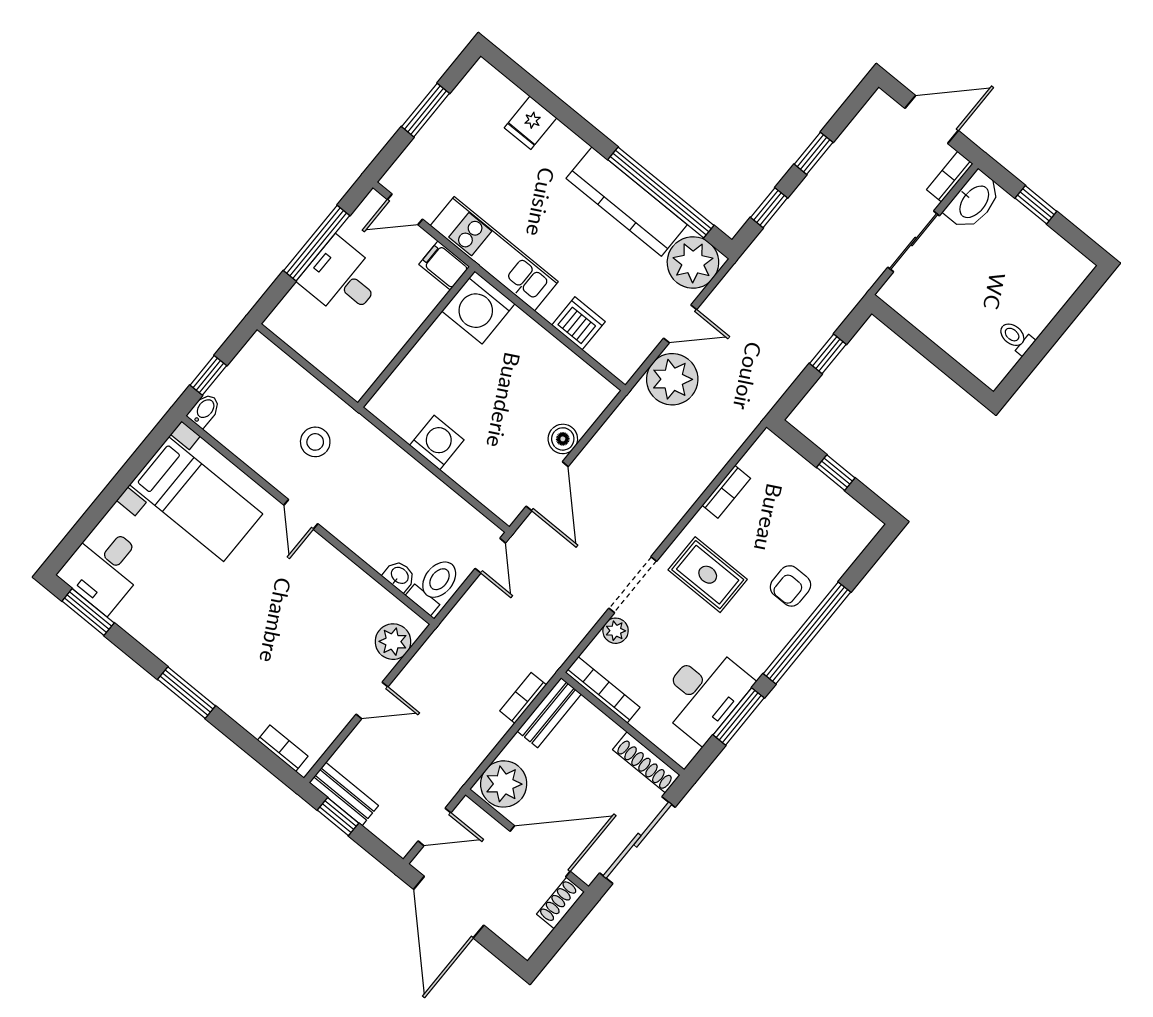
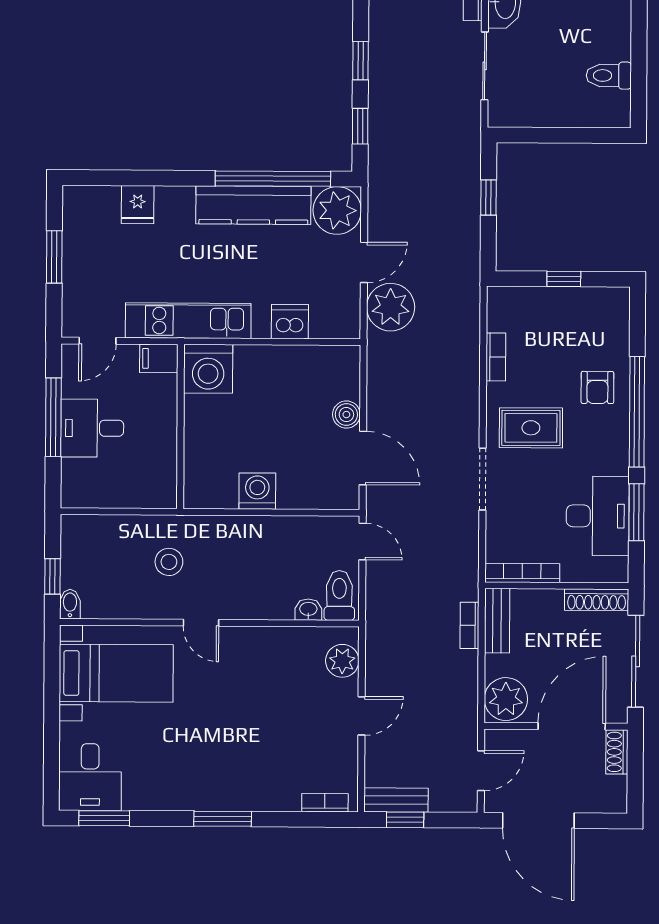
toilet: (1016, 338) -> (609, 76), width x1.37, depth x1.39
plant: (616, 631) -> (497, 522), removed

